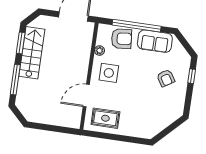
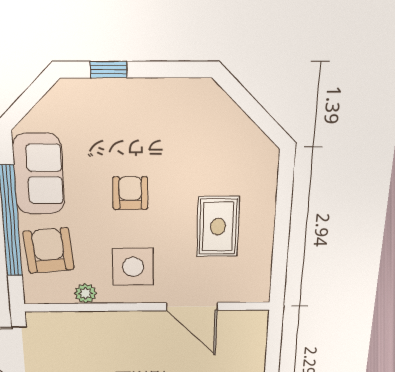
armchair: (166, 78) -> (130, 193), moved, turned -58
rug: (105, 118) -> (218, 227), moved

